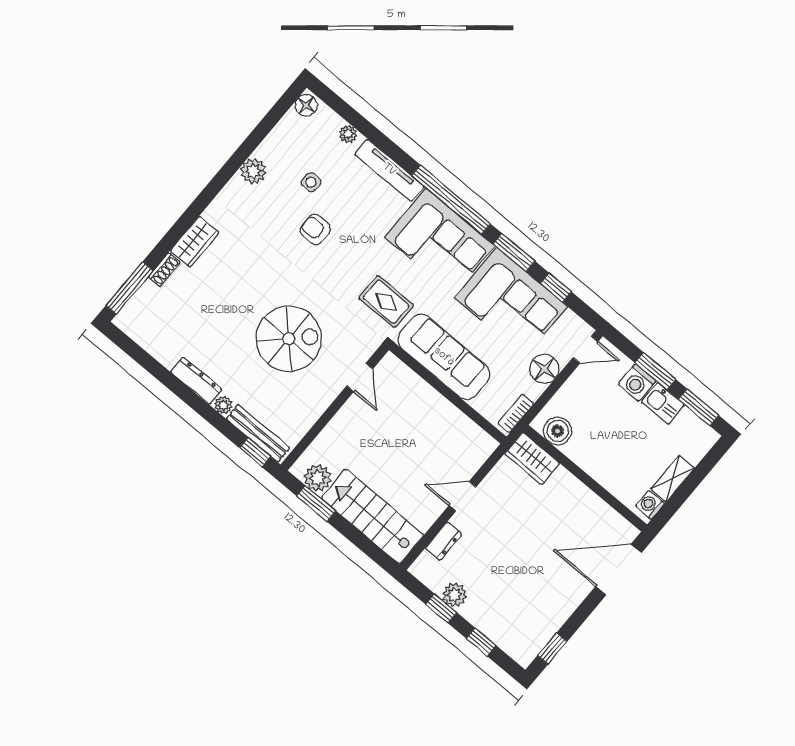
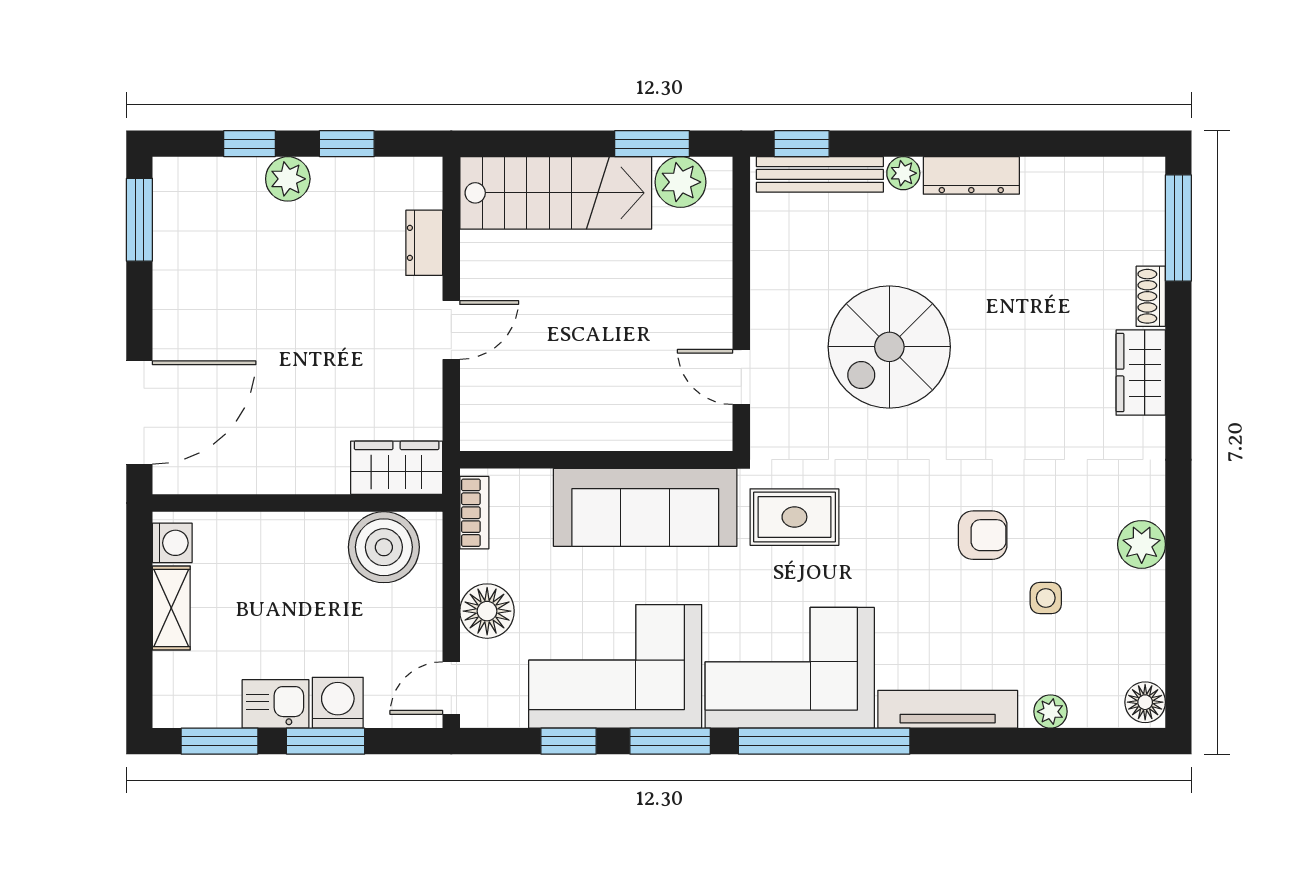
boiler: (558, 431) -> (384, 547), width x1.37, depth x1.37
plant: (454, 595) -> (288, 179), moved
window: (552, 649) -> (139, 220), width x1.50

